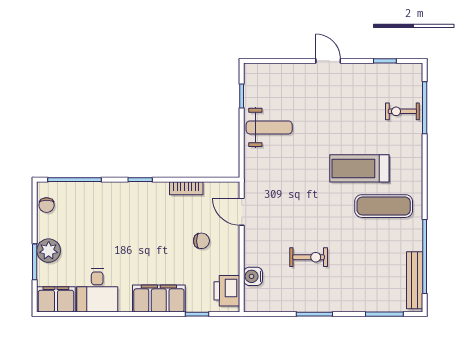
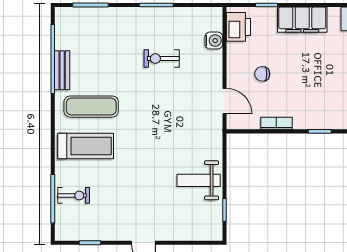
treadmill: (359, 168) -> (86, 146), moved
bench: (415, 280) -> (62, 70), moved, width x0.73

